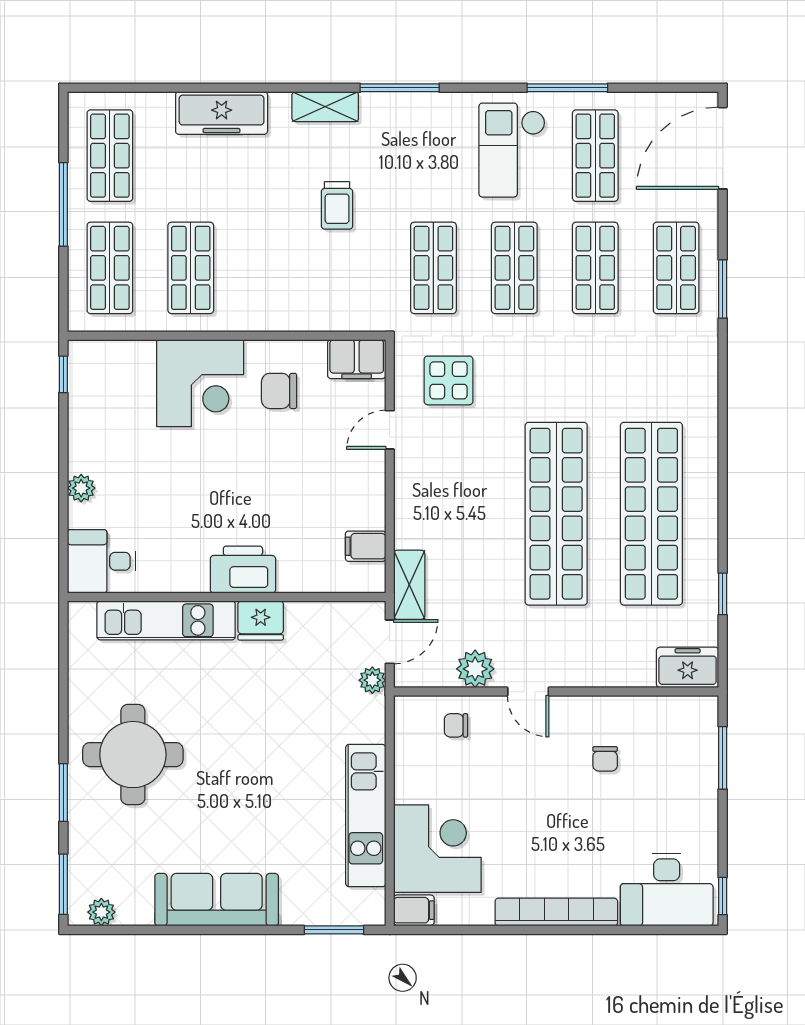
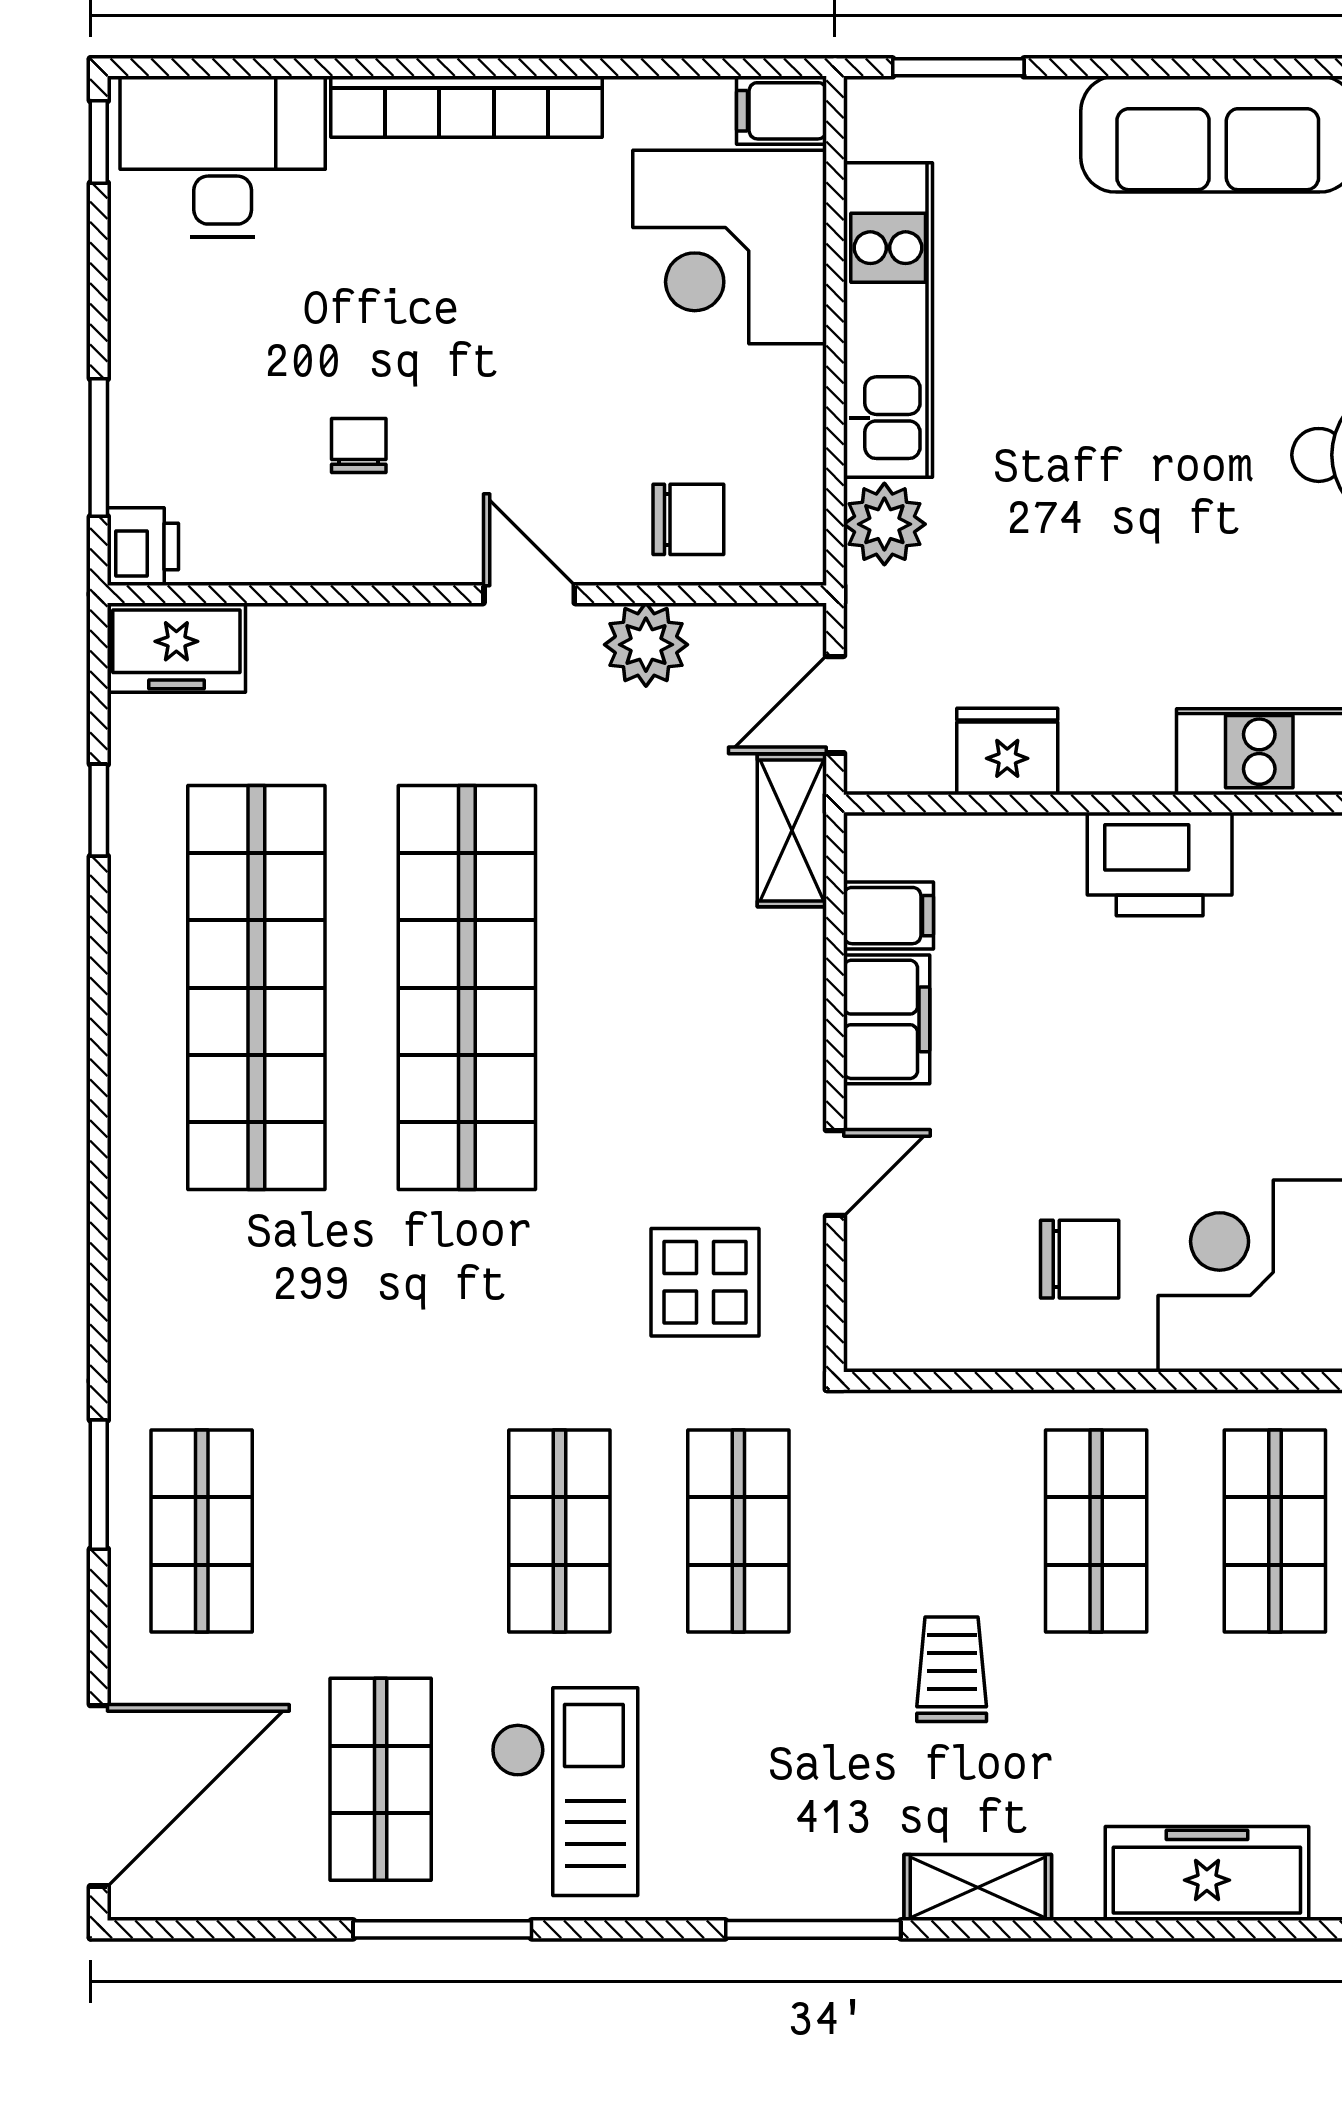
shop shelf: (595, 268) -> (1096, 1531), moved
filing cabinet: (357, 359) -> (887, 1019), moved, turned 90
fridge: (261, 620) -> (1007, 751), moved
plant: (372, 680) -> (884, 524), moved, width x1.38, depth x1.38
printer: (703, 713) -> (143, 547), added
chair: (456, 725) -> (688, 519), width x1.37, depth x1.37

